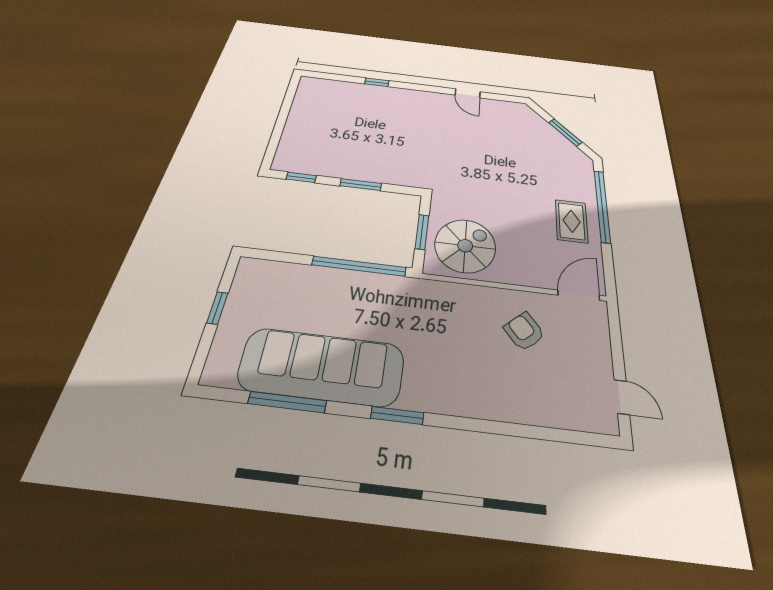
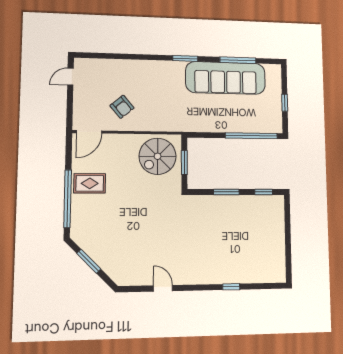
rug: (572, 221) -> (90, 183), turned 90
window: (359, 266) -> (251, 136), moved
door: (622, 397) -> (70, 77), hinge flipped

